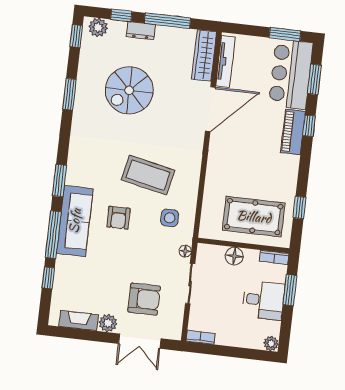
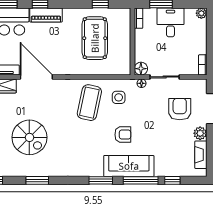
coffee table: (148, 175) -> (89, 103), moved
pool table: (254, 217) -> (95, 38), moved
floor lamp: (234, 256) -> (141, 69), moved

